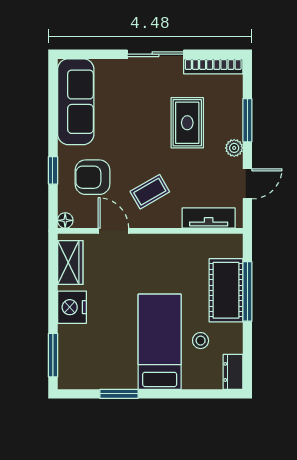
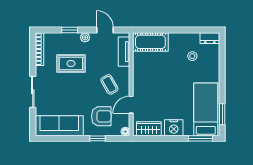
sliding door: (155, 54) -> (33, 92), moved
window: (247, 120) -> (70, 30), width x0.67
armchair: (92, 177) -> (101, 116), turned -90
cot: (226, 290) -> (150, 42), moved
window: (247, 291) -> (165, 30), removed
bed: (160, 342) -> (206, 109), moved, turned 90
window: (119, 394) -> (222, 114), moved

